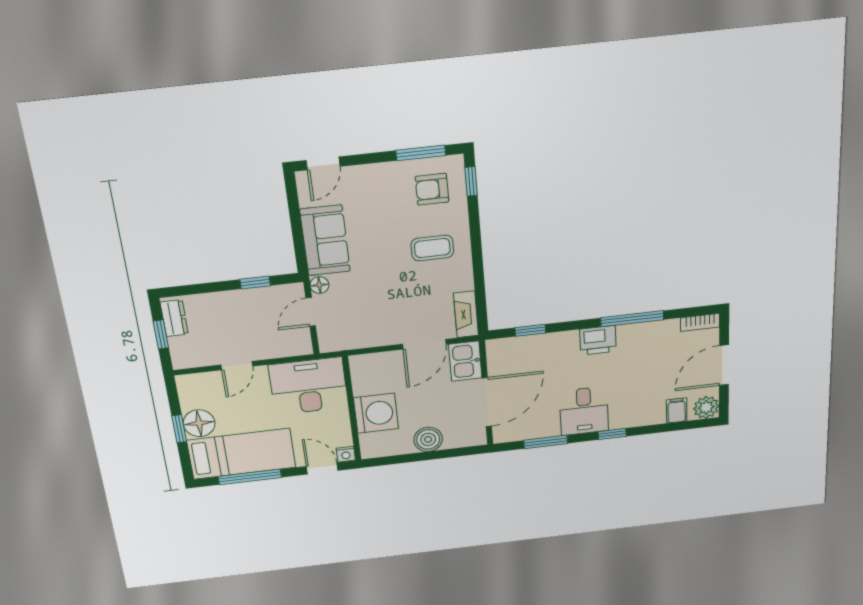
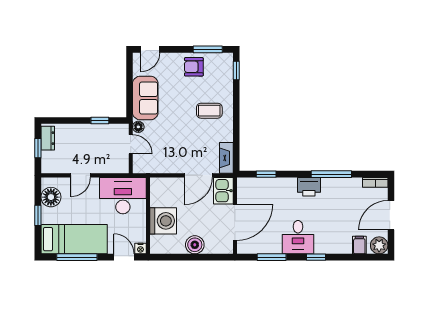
armchair: (432, 189) -> (194, 67), moved
door: (311, 312) -> (131, 144), swing flipped
floor lamp: (199, 423) -> (51, 197), moved

